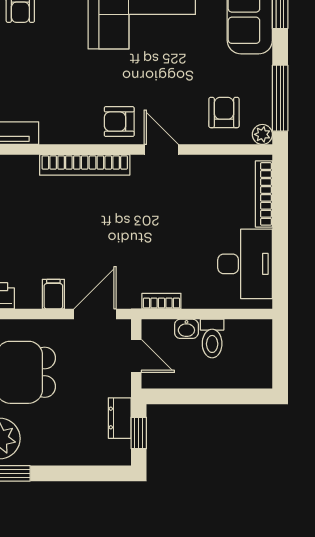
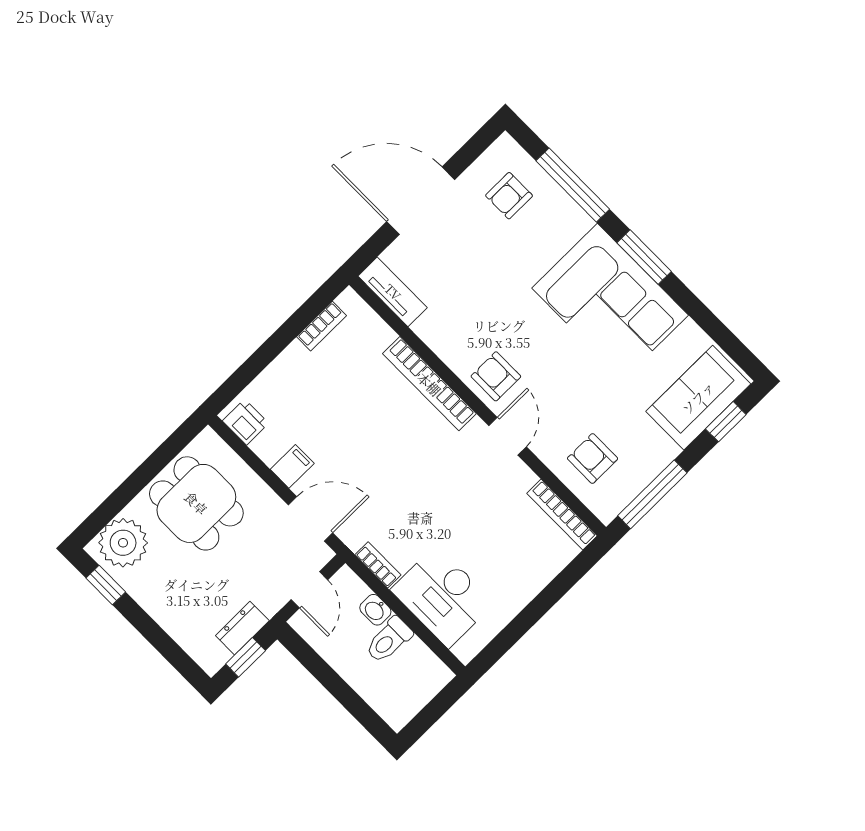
armchair: (224, 113) -> (592, 458), turned -90
plant: (262, 134) -> (606, 510), removed
bookcase: (264, 194) -> (562, 515), moved, turned -90
desk: (245, 264) -> (442, 597), moved, turned 90

